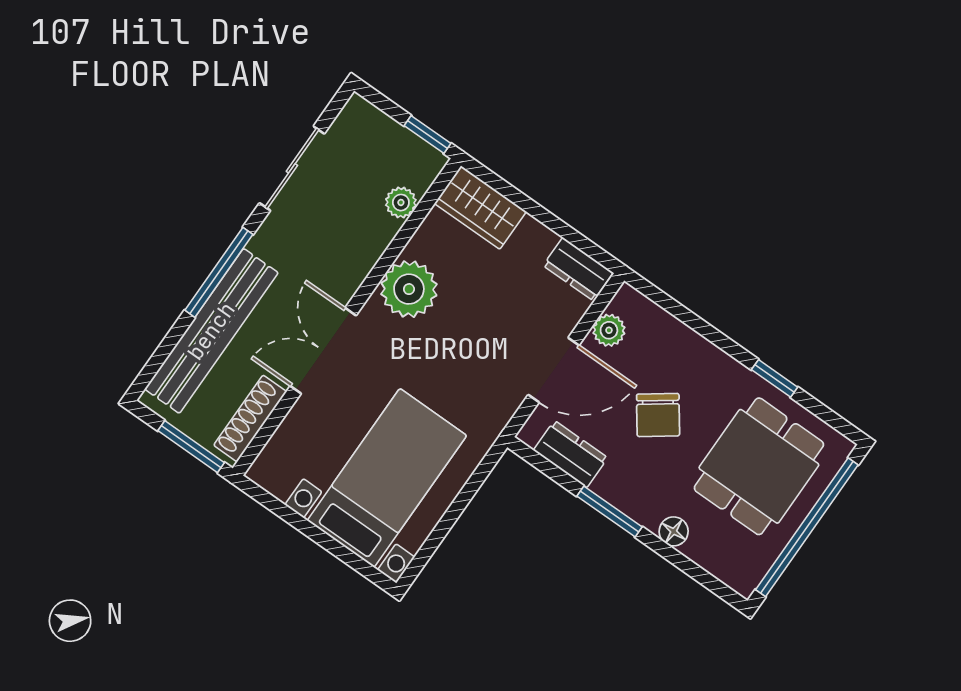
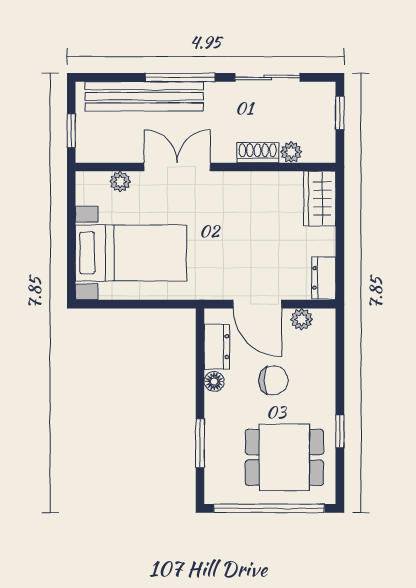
window: (427, 135) -> (340, 113), moved
plant: (409, 289) -> (120, 182), moved, width x0.53, depth x0.53
chair: (658, 415) -> (273, 380), turned -144
shoe rack: (250, 418) -> (258, 153), moved, width x0.70
window: (191, 447) -> (71, 131), width x0.67
window: (609, 511) -> (200, 443), moved
floor lamp: (674, 531) -> (214, 382), moved

